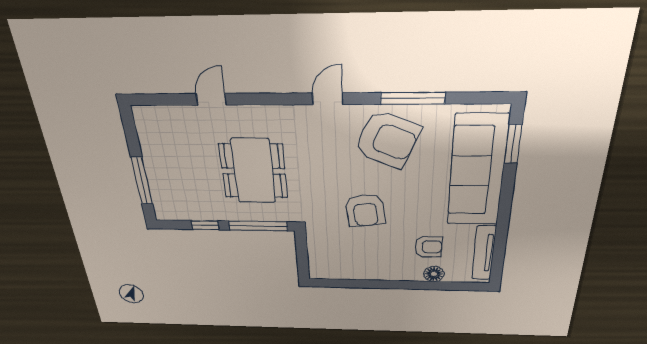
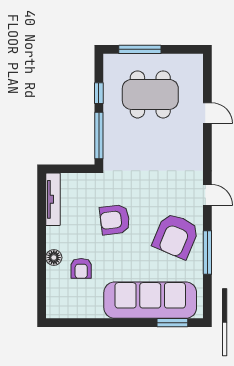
dining table: (253, 171) -> (150, 94), moved
tv unit: (484, 253) -> (53, 199), moved, turned 90
floor lamp: (434, 274) -> (54, 258), moved

